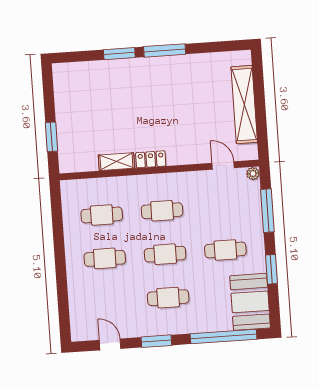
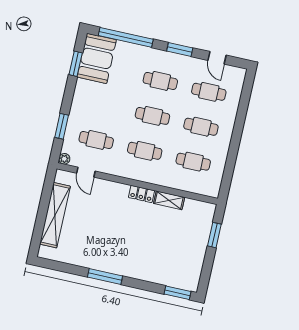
window: (119, 54) -> (178, 293), moved
window: (267, 211) -> (62, 126), width x0.69
cafe table: (225, 250) -> (96, 140), moved
window: (271, 269) -> (76, 64), moved
cafe table: (108, 302) -> (209, 92), added

